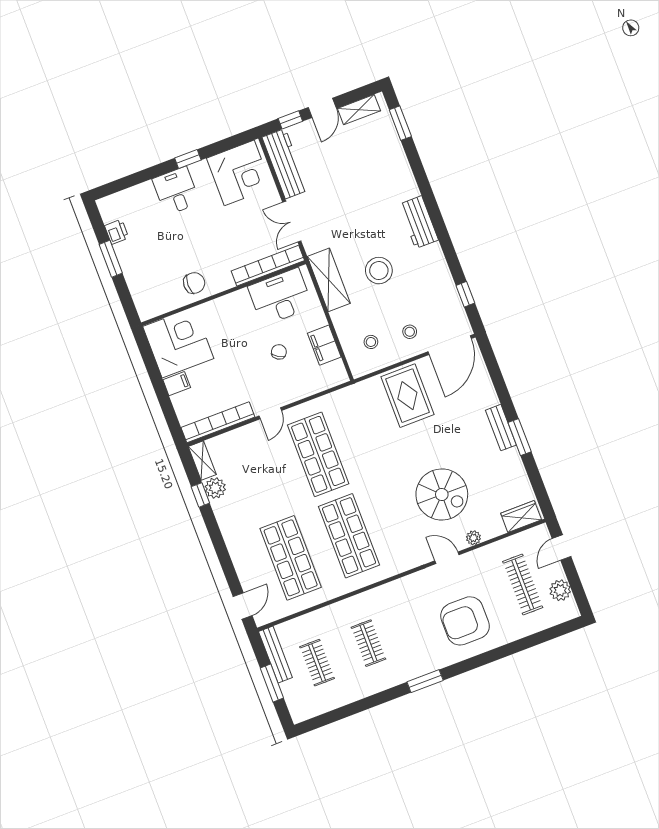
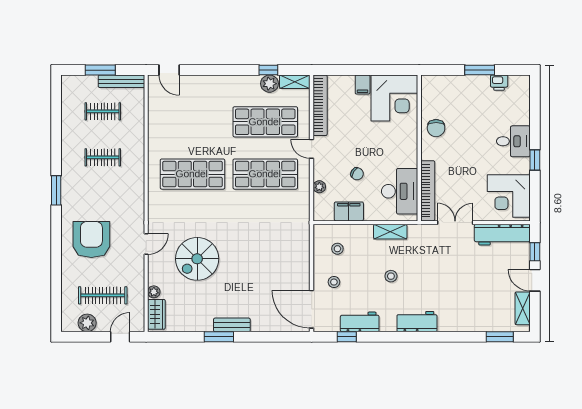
stool: (379, 271) -> (391, 276), width x0.53, depth x0.53
shelving: (329, 280) -> (390, 232), width x0.67, depth x0.75
workbench: (443, 286) -> (360, 322), added
plant: (309, 389) -> (319, 187), added
rug: (407, 396) -> (285, 261), removed
plant: (474, 538) -> (154, 292), moved
door: (562, 547) -> (120, 337), hinge flipped
shop shelf: (291, 558) -> (265, 122), moved

